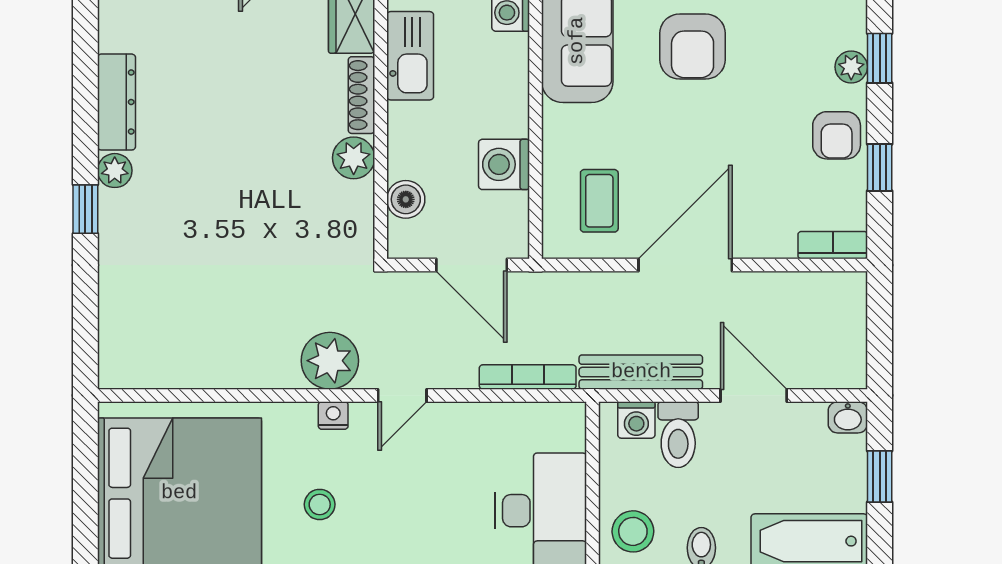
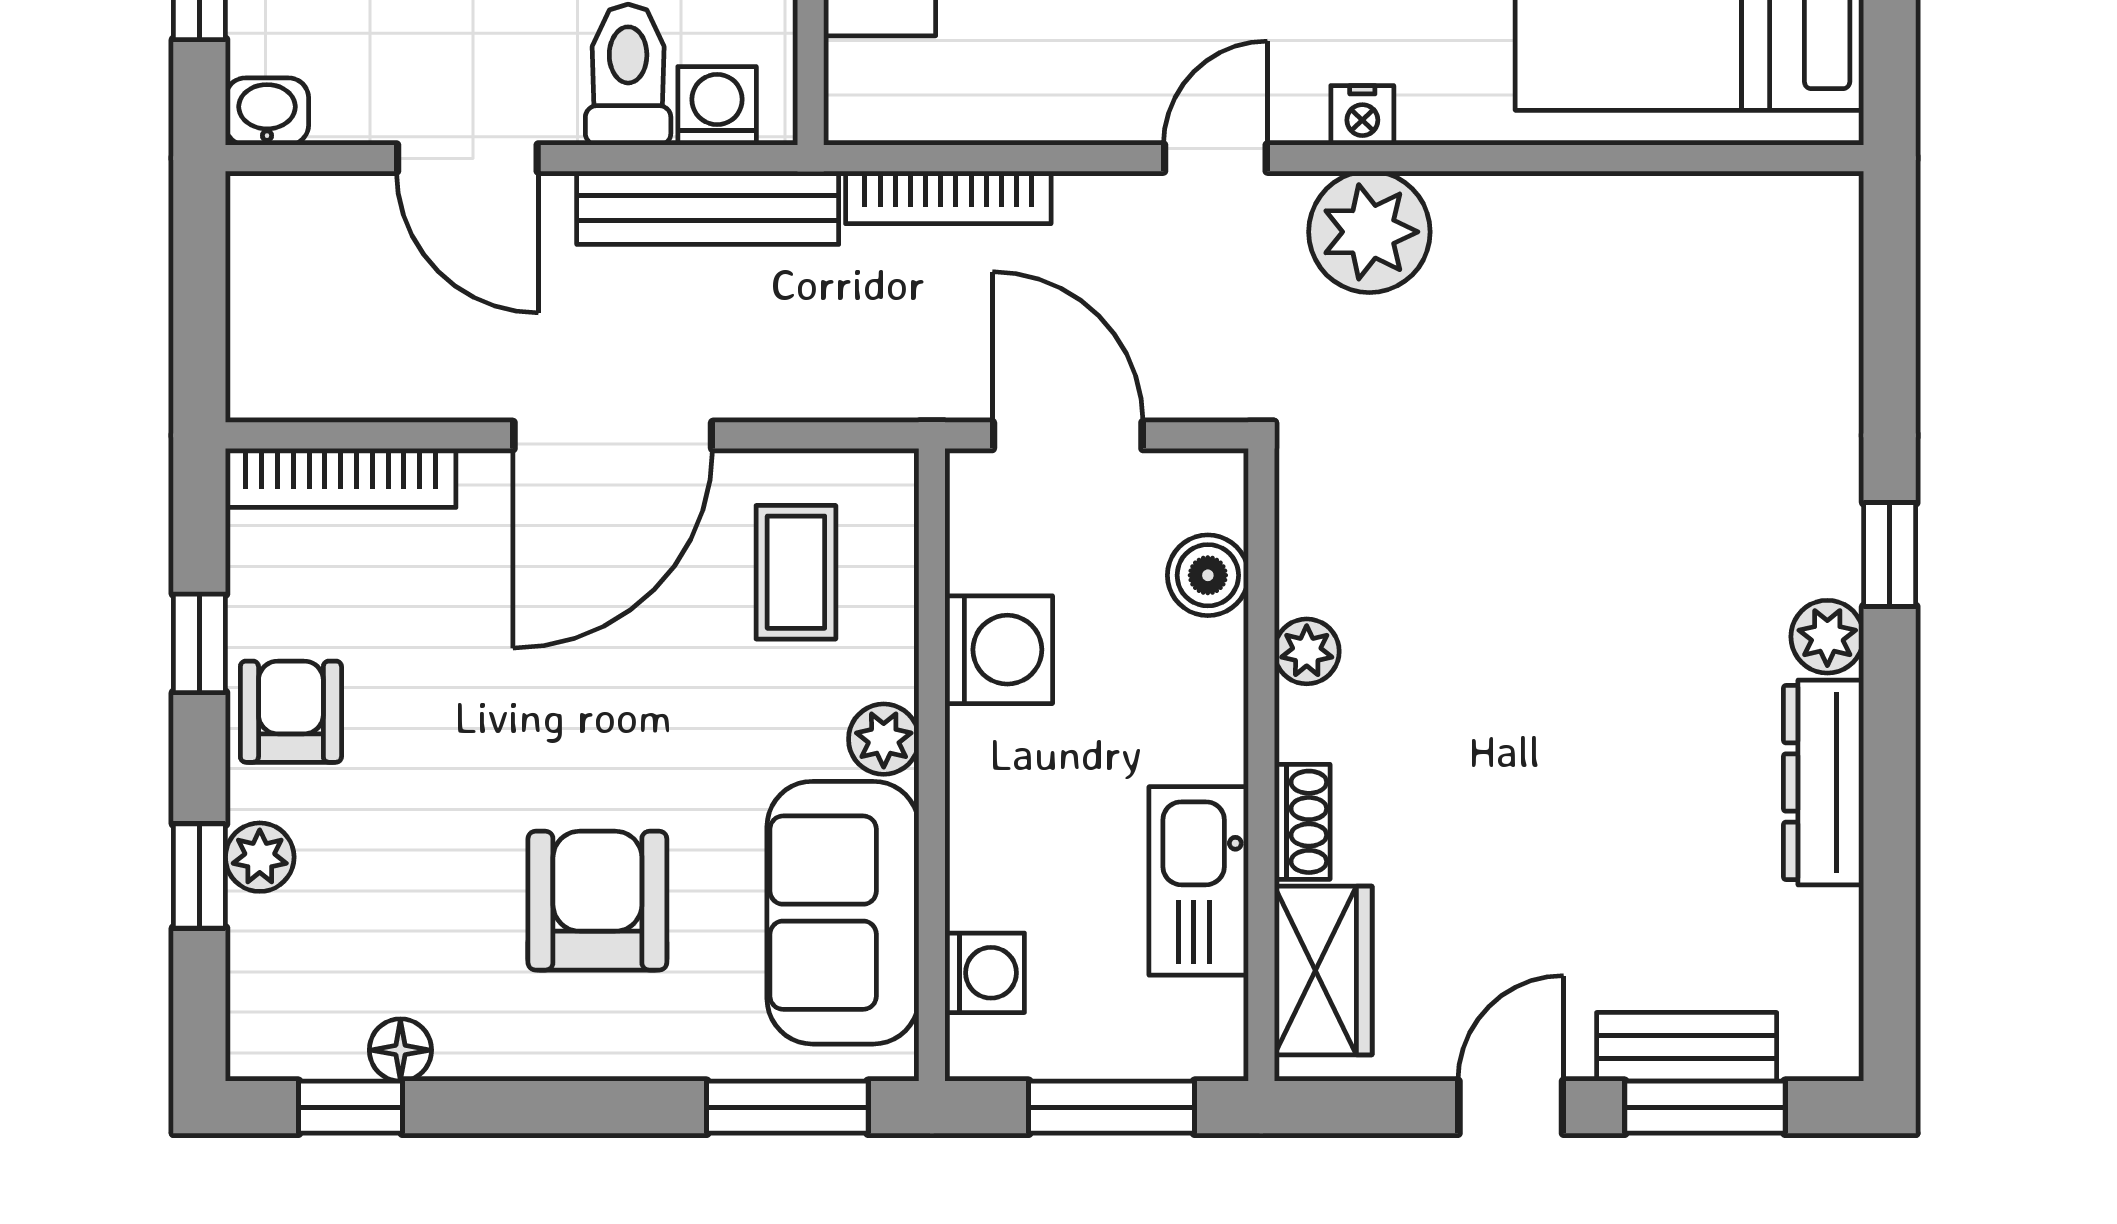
shoe rack: (361, 95) -> (1302, 822), width x0.70
plant: (558, 122) -> (884, 739), added
plant: (354, 158) -> (1307, 651), width x0.73, depth x0.73
bookcase: (833, 245) -> (341, 478), width x1.56

